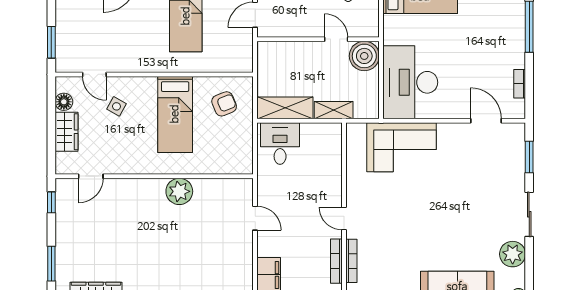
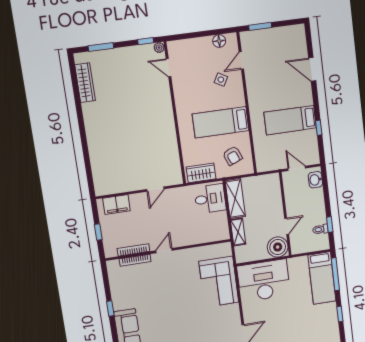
wardrobe: (67, 132) -> (201, 173), moved, turned 180
plant: (179, 191) -> (159, 48), moved, width x0.53, depth x0.53

